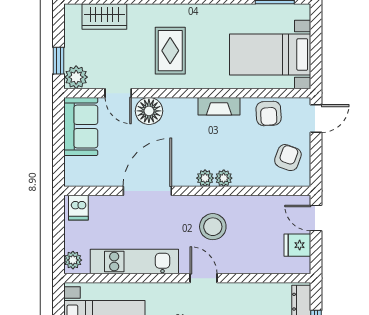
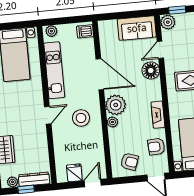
plant: (205, 178) -> (116, 105), width x1.88, depth x1.88

